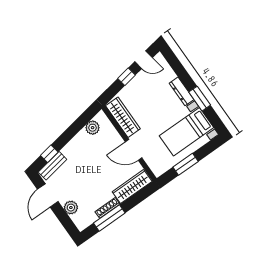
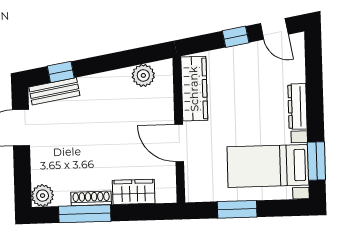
window: (200, 99) -> (316, 161), moved
wardrobe: (132, 187) -> (134, 192), width x0.67
plant: (71, 208) -> (43, 196), moved

